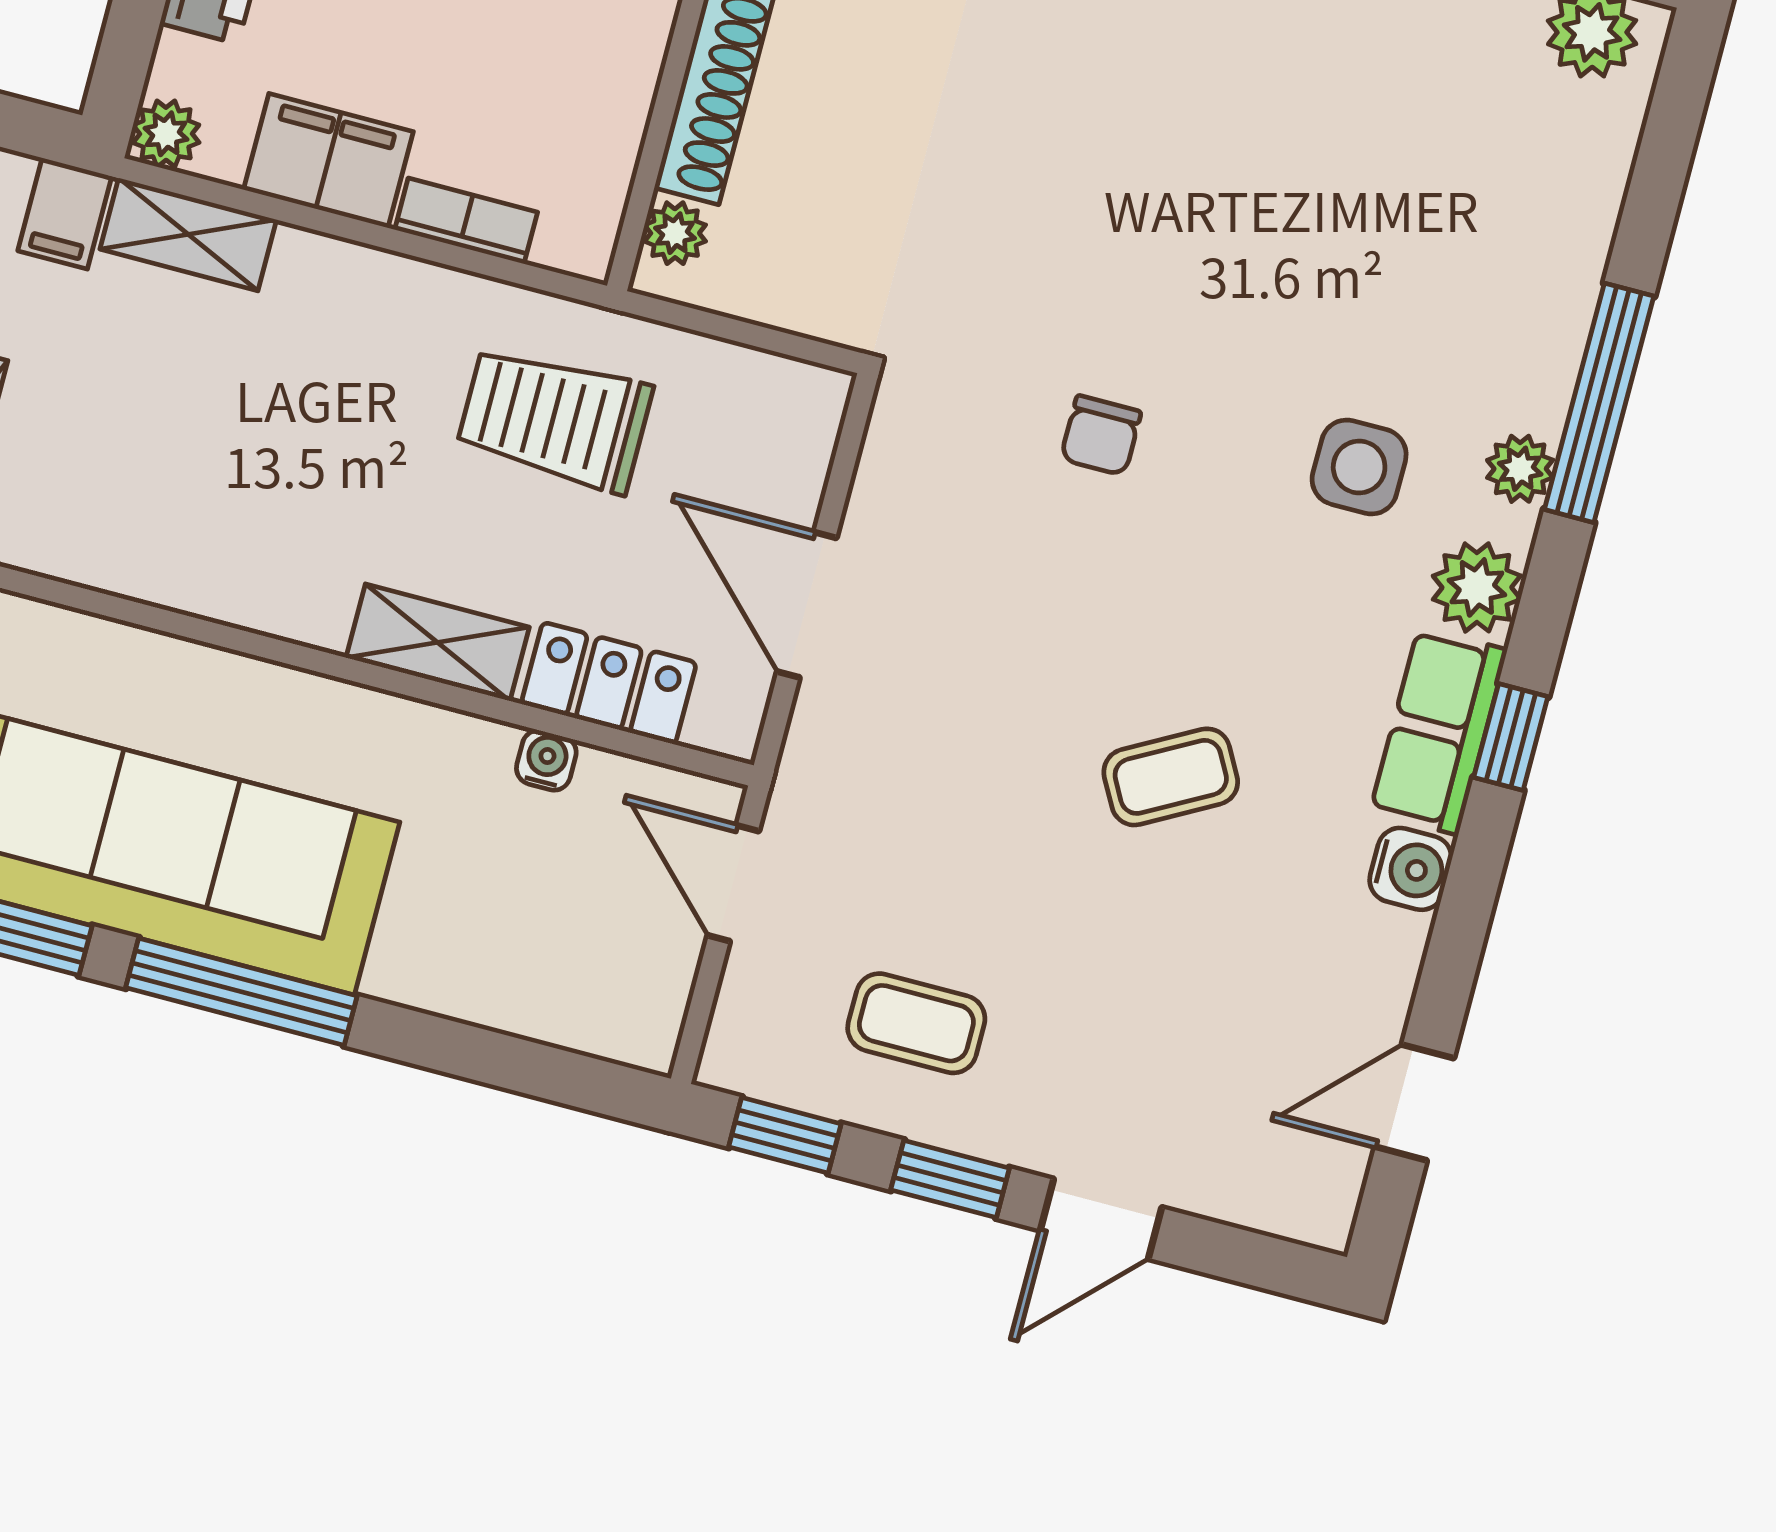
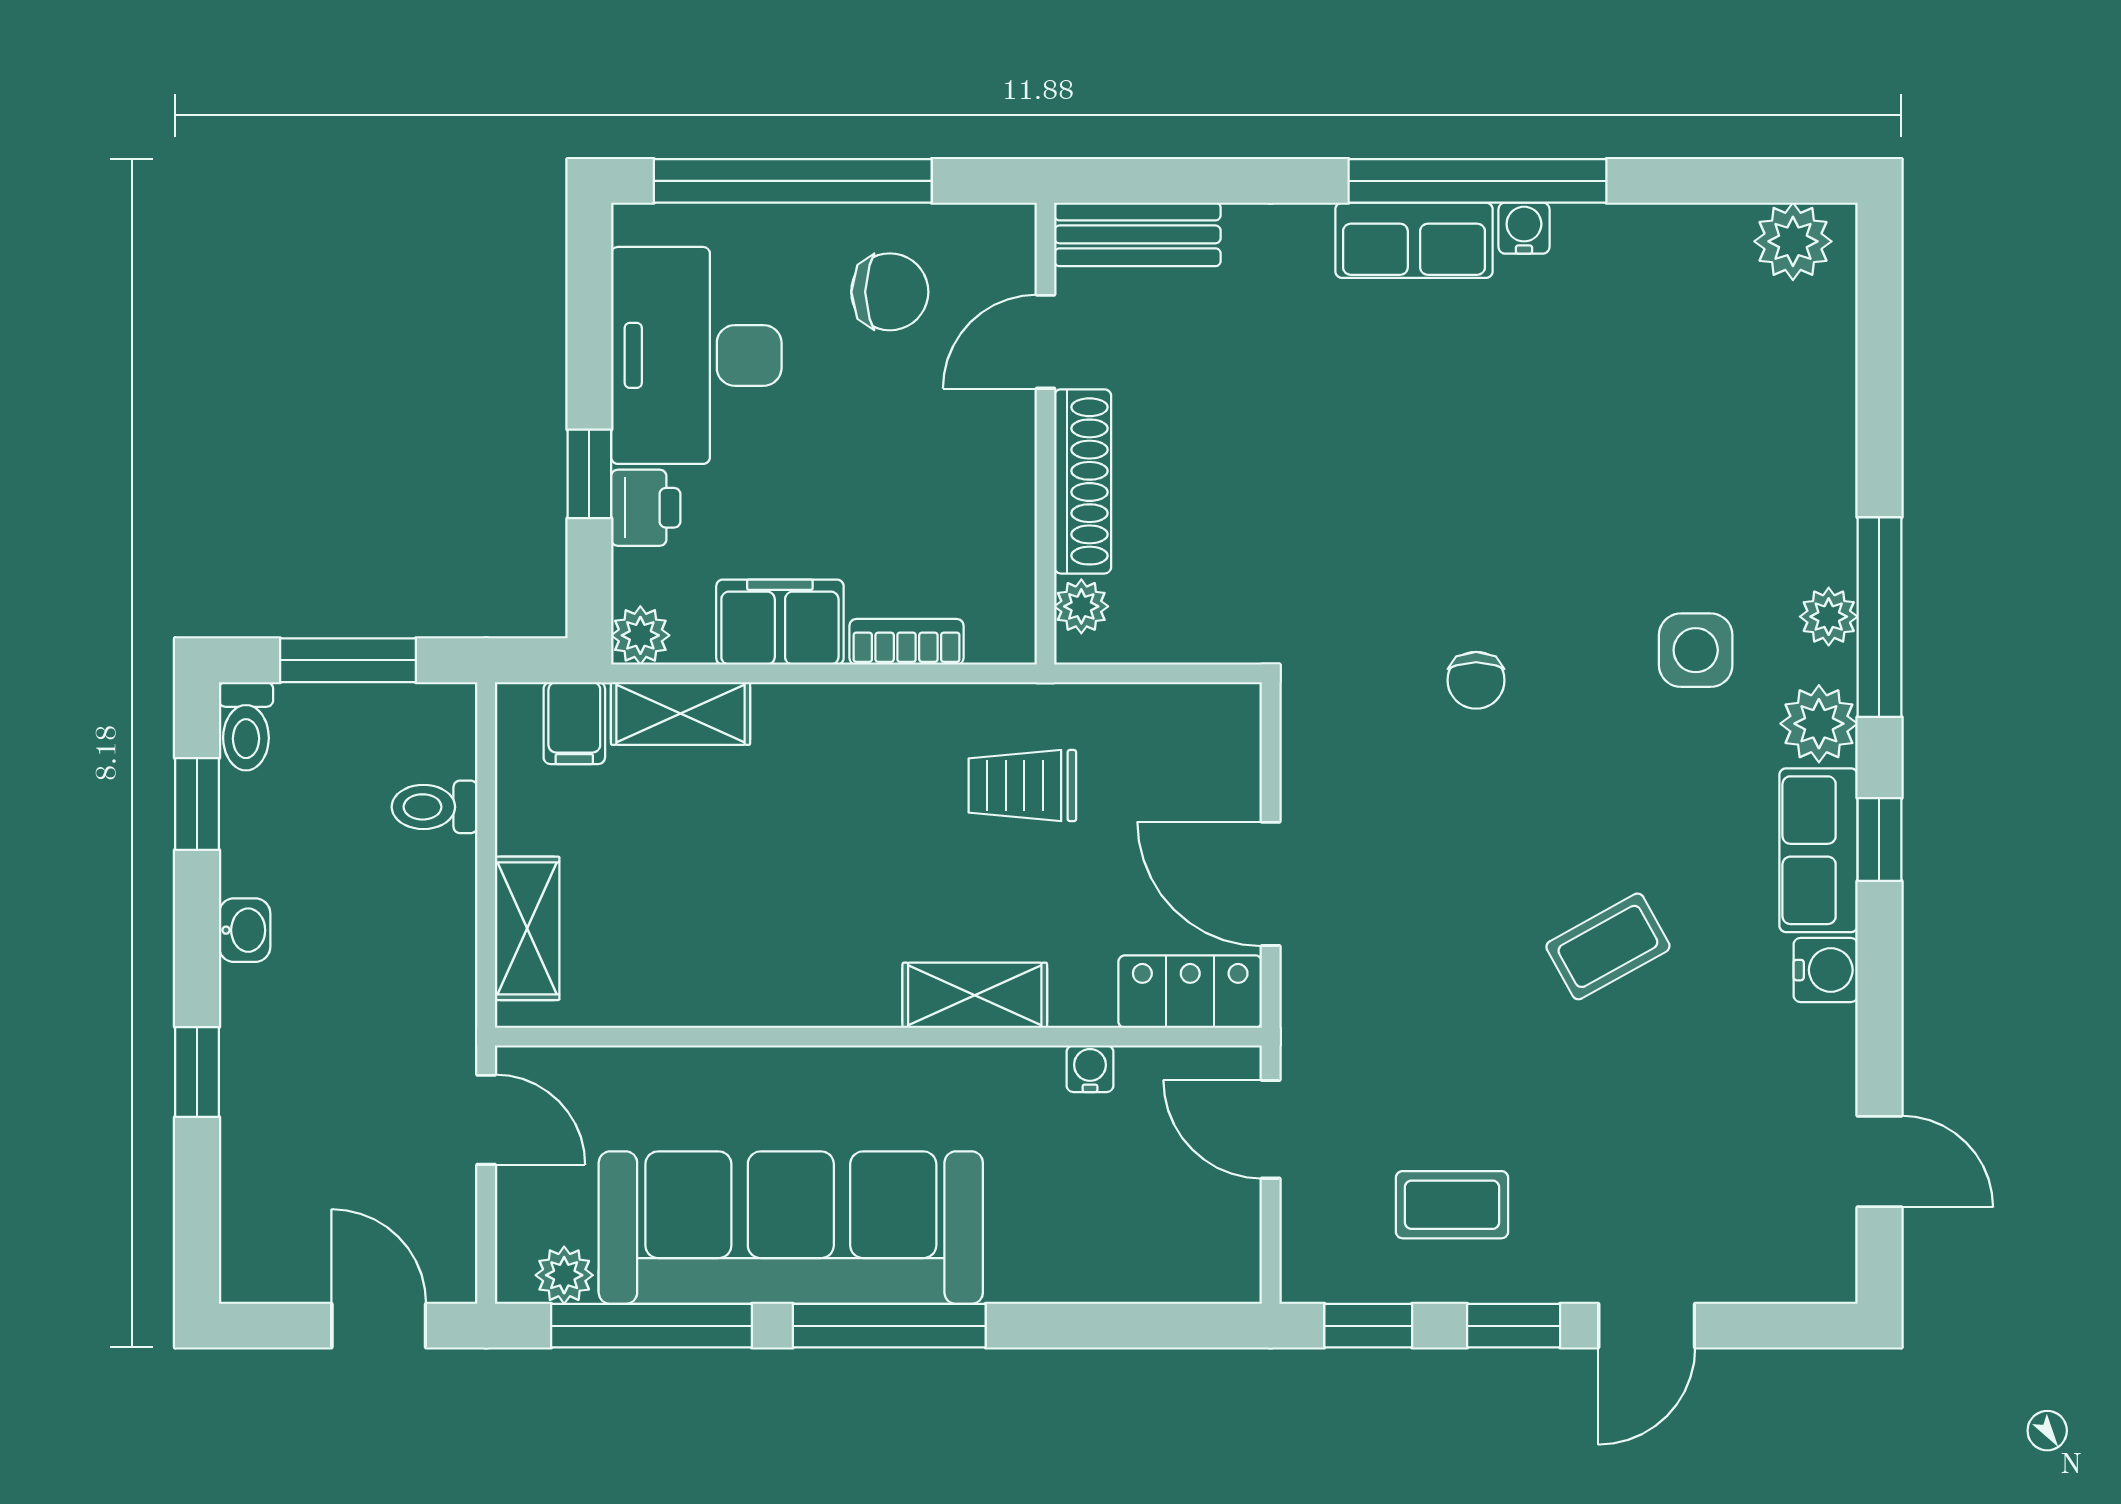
window: (1599, 403) -> (1879, 617), moved
trolley: (554, 419) -> (1022, 786), width x0.73, depth x0.72
locker: (609, 683) -> (1190, 992), moved
door: (1414, 1102) -> (1879, 1162), swing flipped

